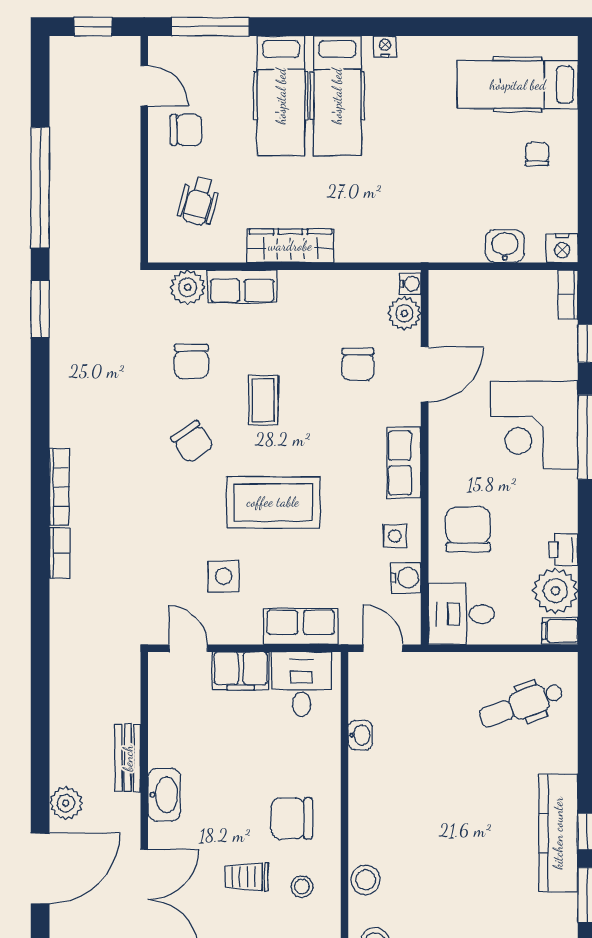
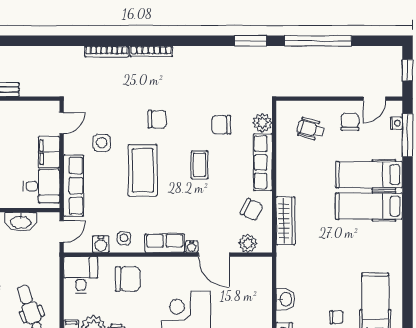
nightstand: (385, 46) -> (396, 123), moved
chair: (186, 130) -> (350, 122), turned 180
wardrobe: (290, 246) -> (285, 221), moved
water cooler: (410, 284) -> (192, 247), moved
row of seats: (242, 287) -> (263, 162), width x1.48
chair: (358, 364) -> (252, 210), moved, turned -153
coffee table: (263, 400) -> (199, 165), turned 90
chair: (192, 442) -> (157, 119), moved, turned -146
bookcase: (59, 553) -> (107, 51), width x1.56
row of seats: (301, 627) -> (74, 186), width x1.48
washbasin: (360, 735) -> (21, 222), width x1.91, depth x1.45

